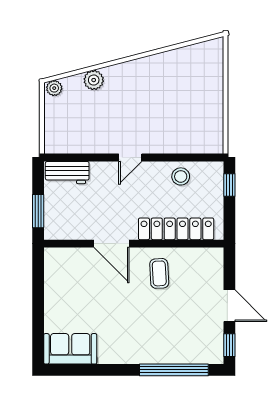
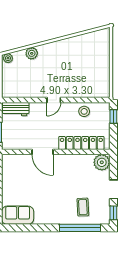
plant: (210, 261) -> (102, 162), added
coffee table: (159, 273) -> (83, 207), moved

